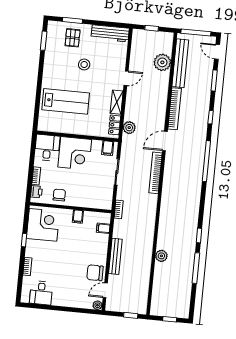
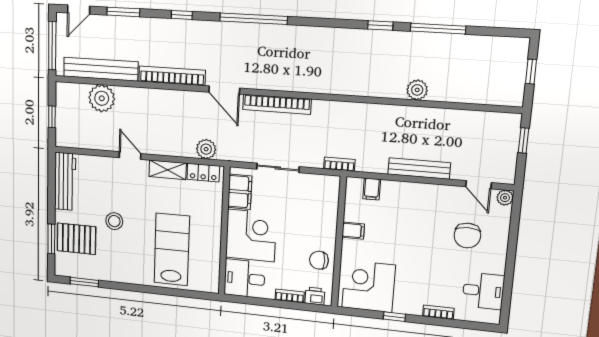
pallet: (73, 38) -> (76, 239), width x1.50, depth x1.42
filing cabinet: (108, 148) -> (240, 192), width x2.00
chair: (95, 273) -> (467, 236), moved

